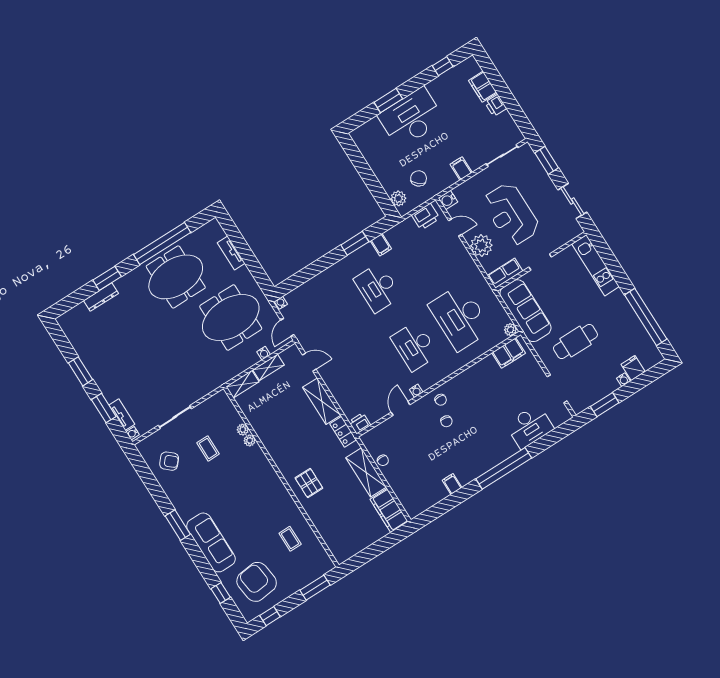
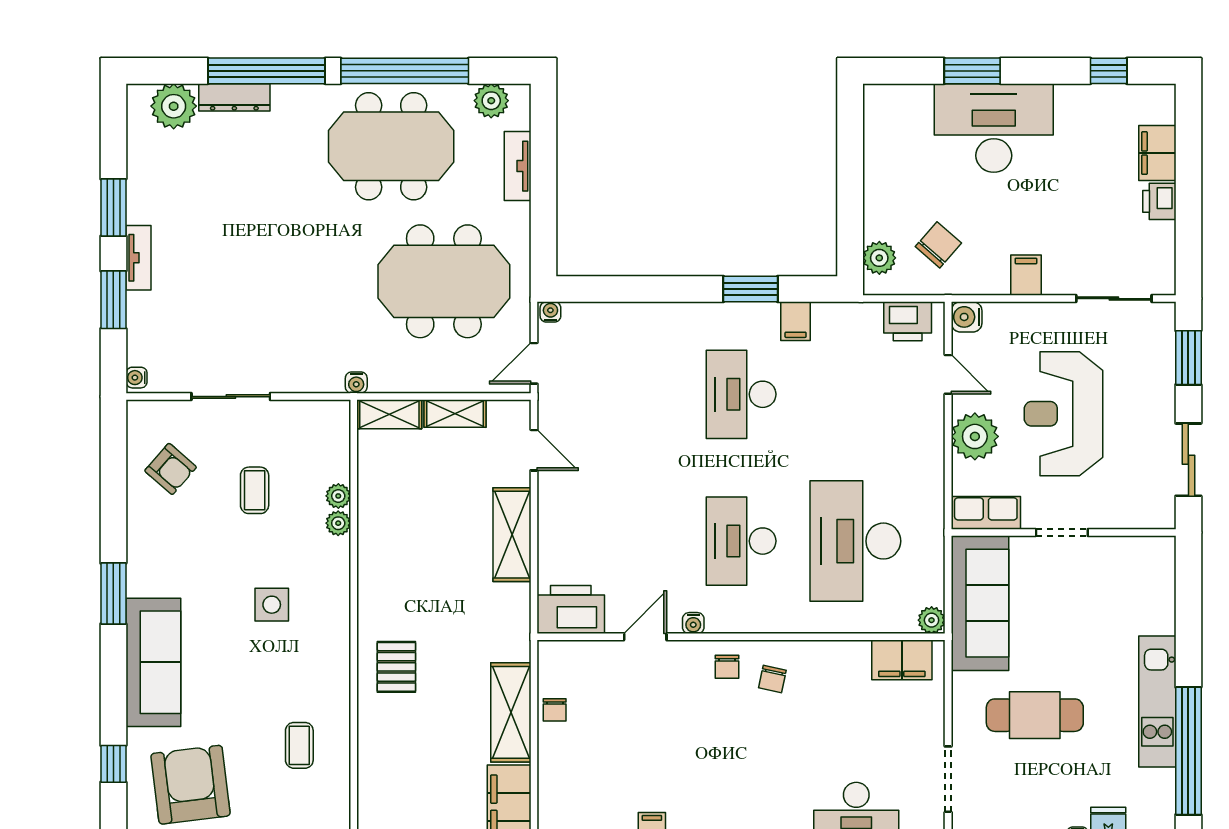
plant: (204, 234) -> (491, 101), added
kitchen unit: (596, 265) -> (1157, 702), moved
window: (107, 278) -> (266, 71), width x2.11
plant: (79, 316) -> (174, 106), added
water cooler: (264, 353) -> (356, 383), moved
tv unit: (122, 415) -> (138, 258), moved
chair: (446, 421) -> (772, 679), moved
printer: (360, 423) -> (571, 609), width x1.87, depth x1.48
locker: (343, 432) -> (516, 614), removed
side table: (244, 490) -> (272, 605), added

